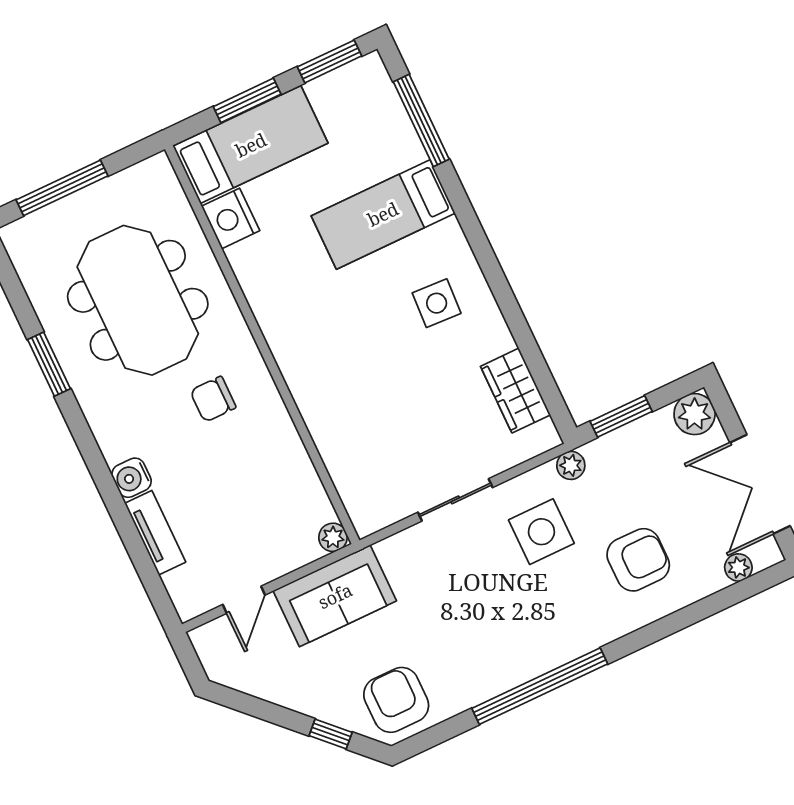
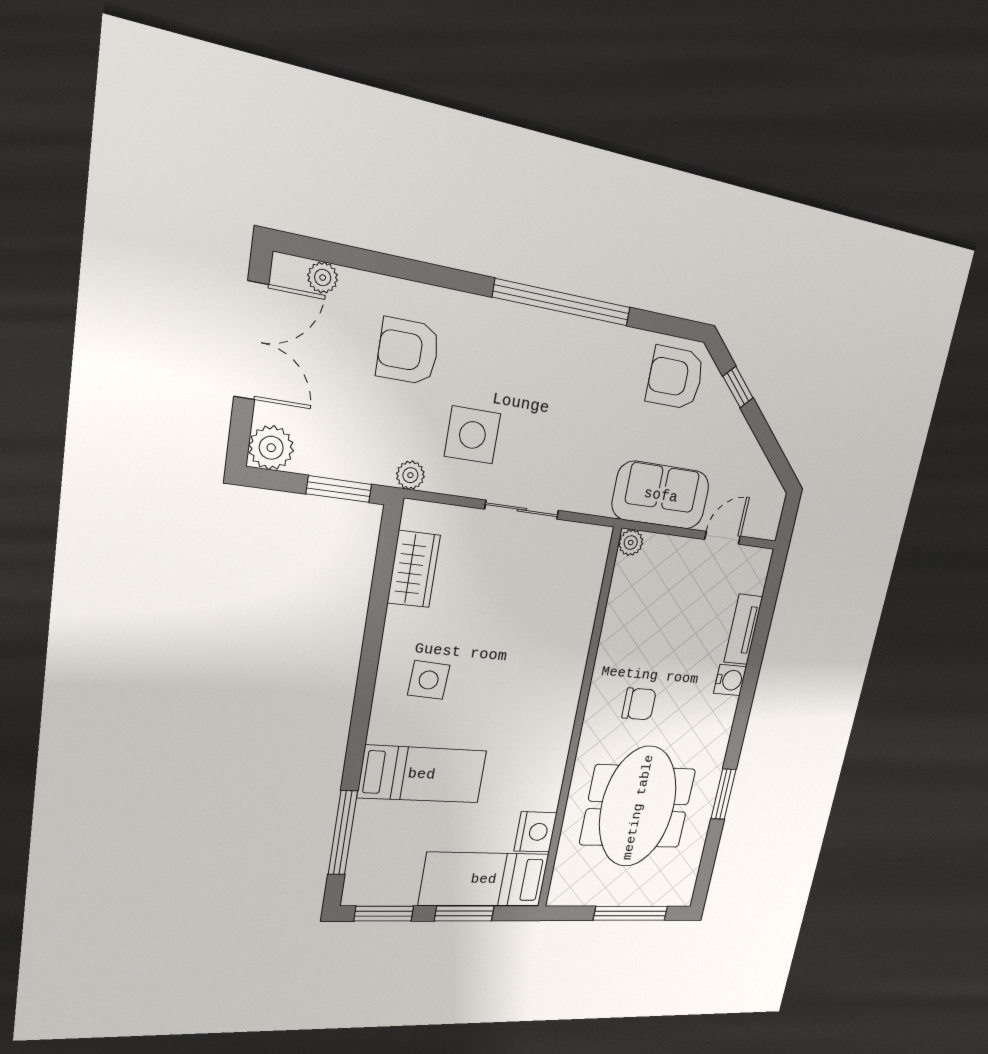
armchair: (396, 700) -> (675, 378), turned 90

